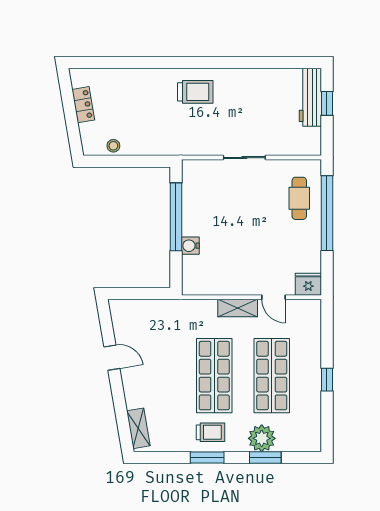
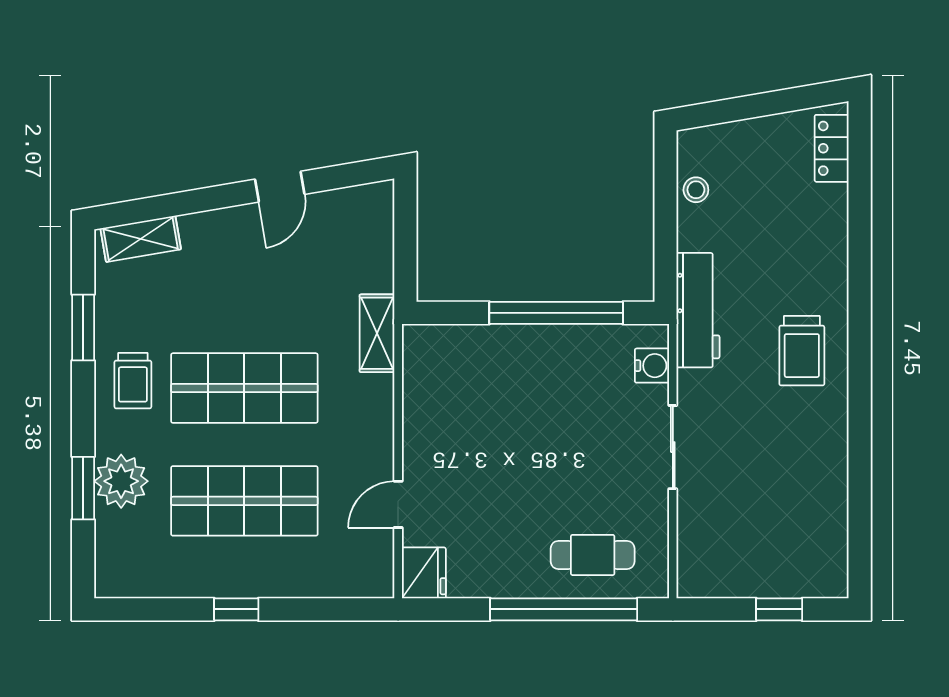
workbench: (310, 97) -> (698, 310), moved, turned 90
locker: (83, 105) -> (832, 148), moved, turned 100
water cooler: (190, 246) -> (652, 366), moved, turned 90
shelving: (238, 308) -> (377, 333), moved
window: (207, 458) -> (83, 327), moved

